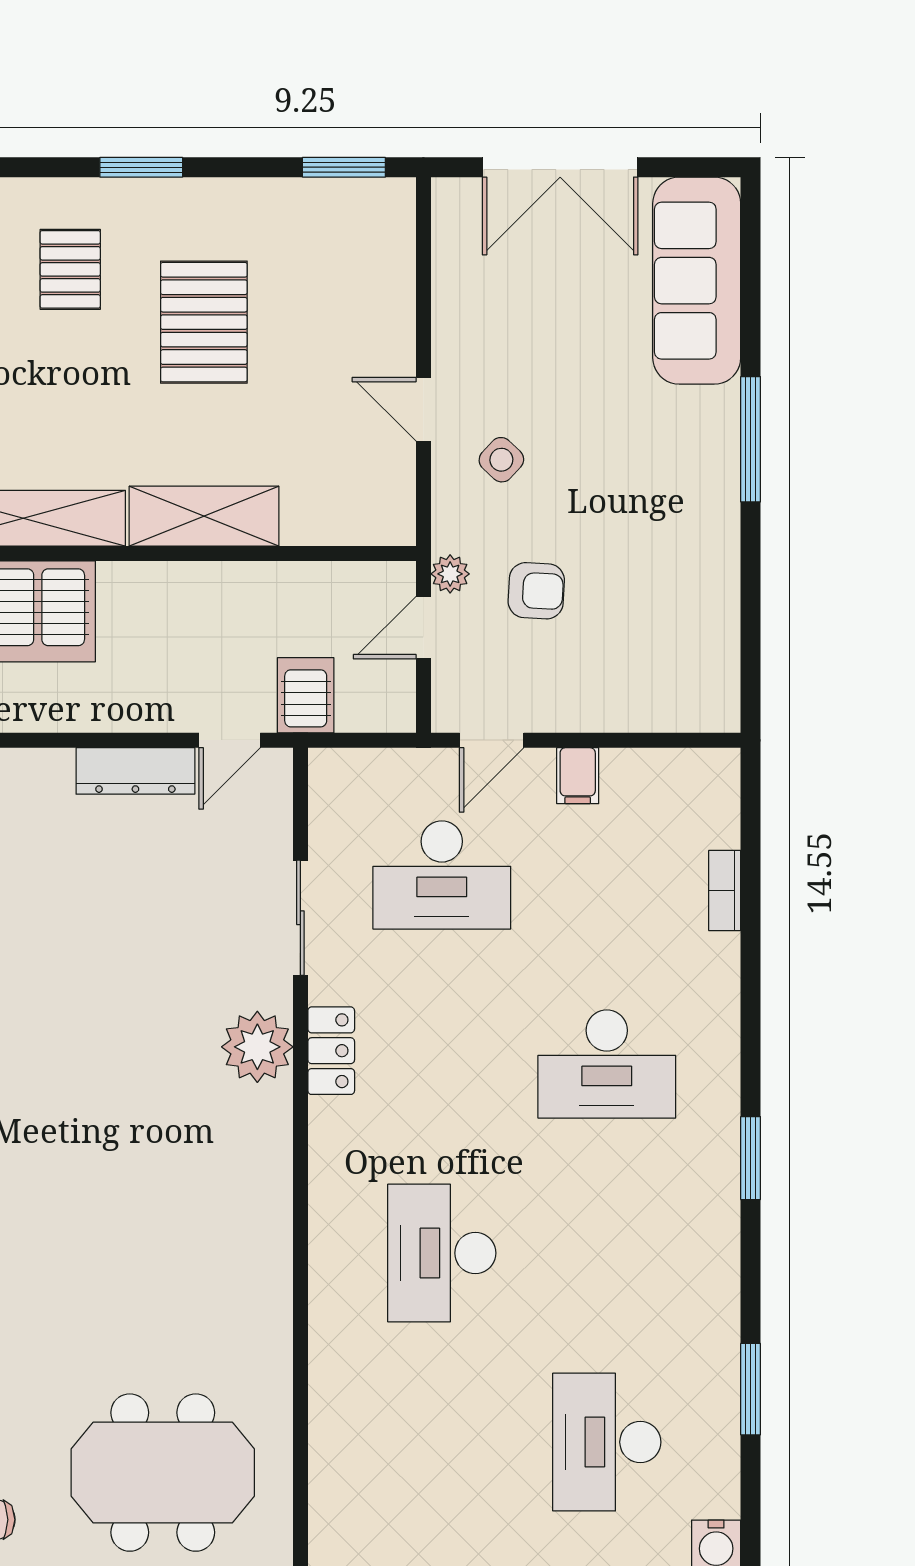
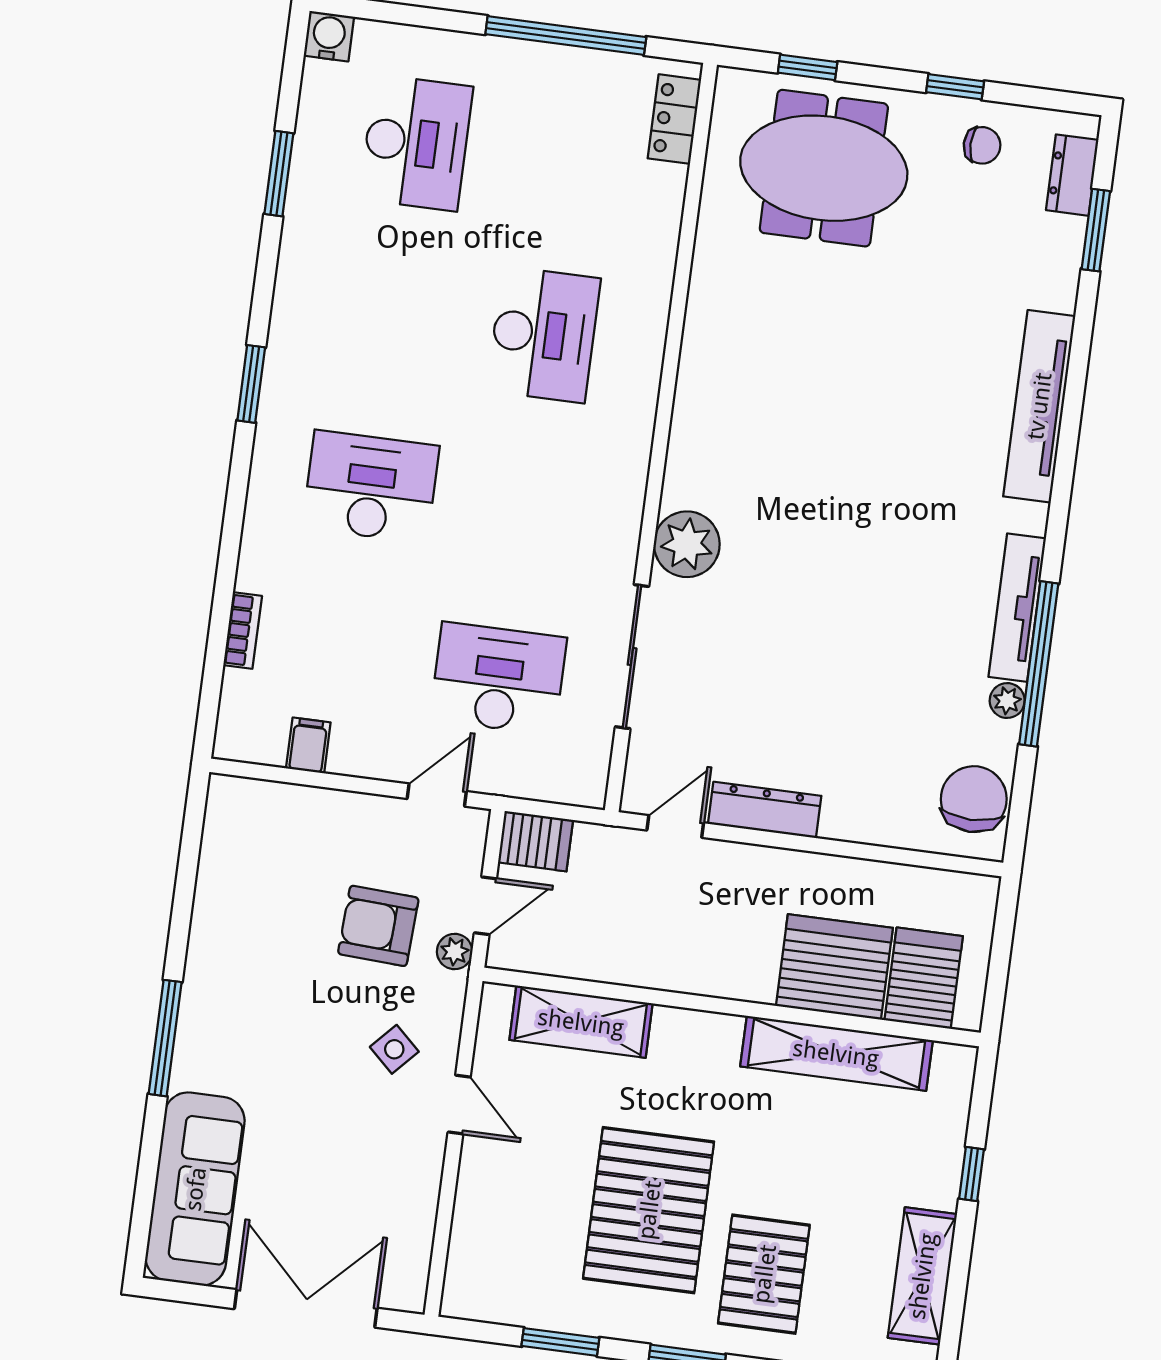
window: (344, 167) -> (560, 1342), moved
pallet: (70, 269) -> (764, 1274), width x1.50, depth x1.42
pallet: (204, 322) -> (649, 1210), width x1.37, depth x1.41
shelving: (204, 516) -> (581, 1022), moved
armchair: (536, 591) -> (378, 926), width x1.38, depth x1.38
server rack: (306, 695) -> (536, 841), moved, turned -90
filing cabinet: (578, 776) -> (308, 745), moved
sliding door: (300, 918) -> (632, 657), width x1.37
locker: (331, 1051) -> (674, 119), moved

